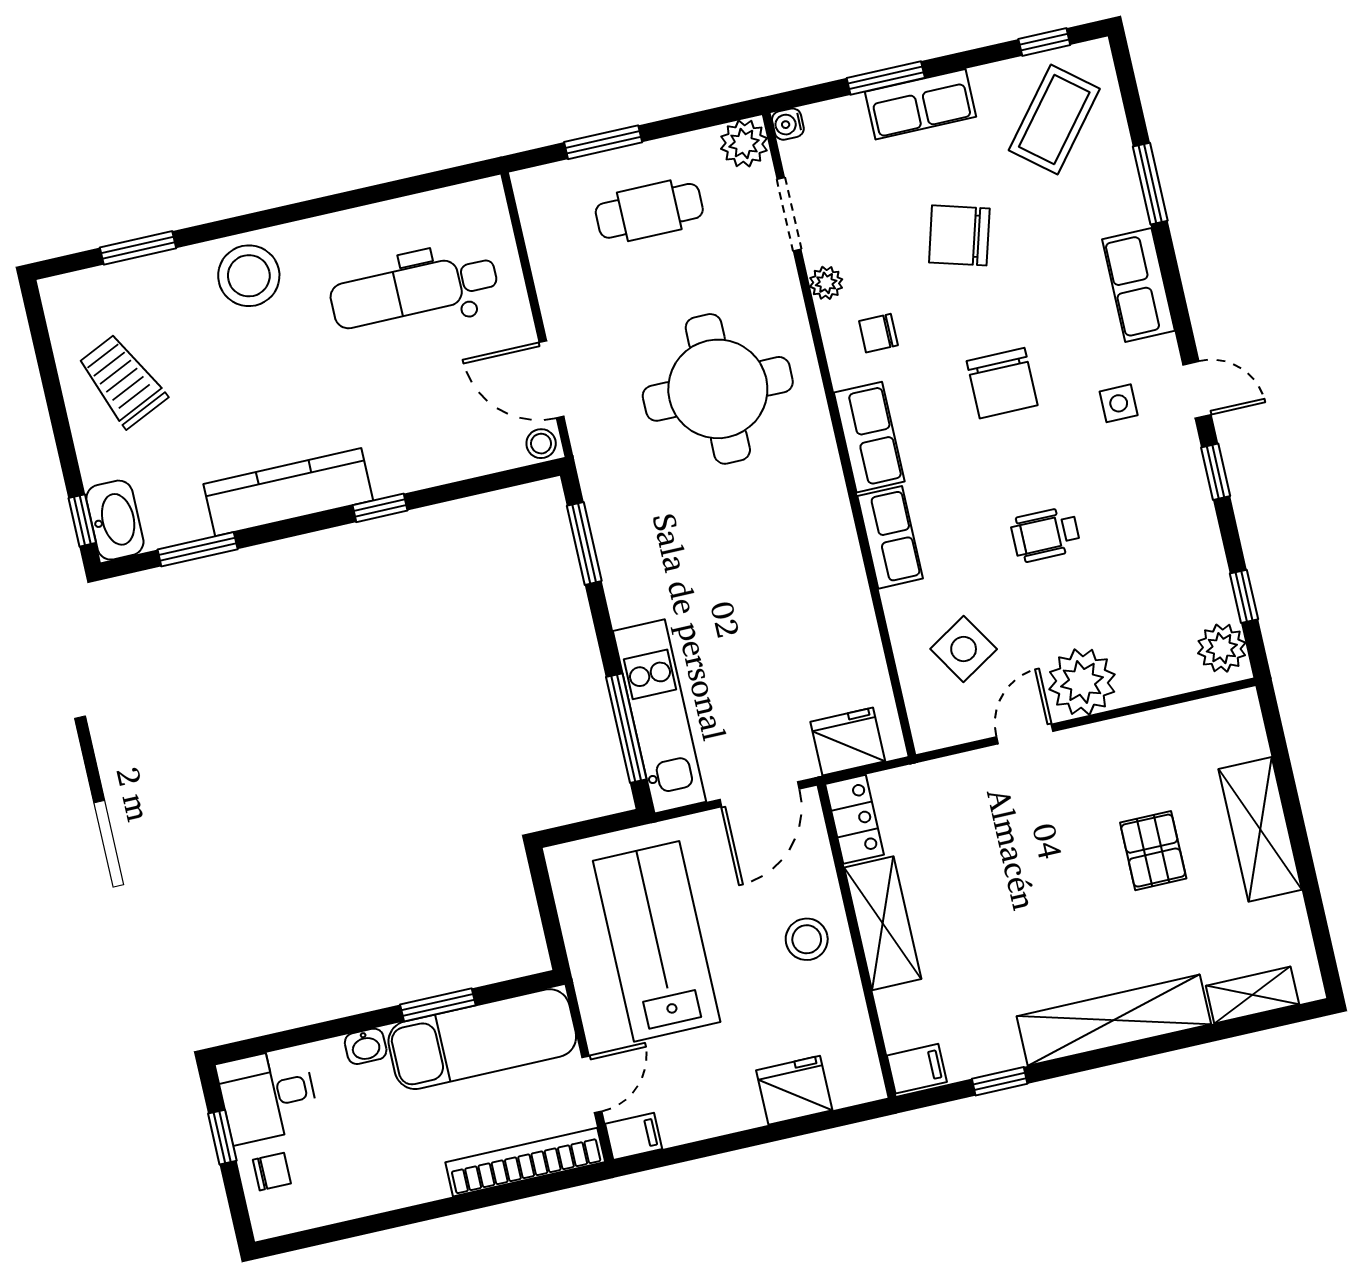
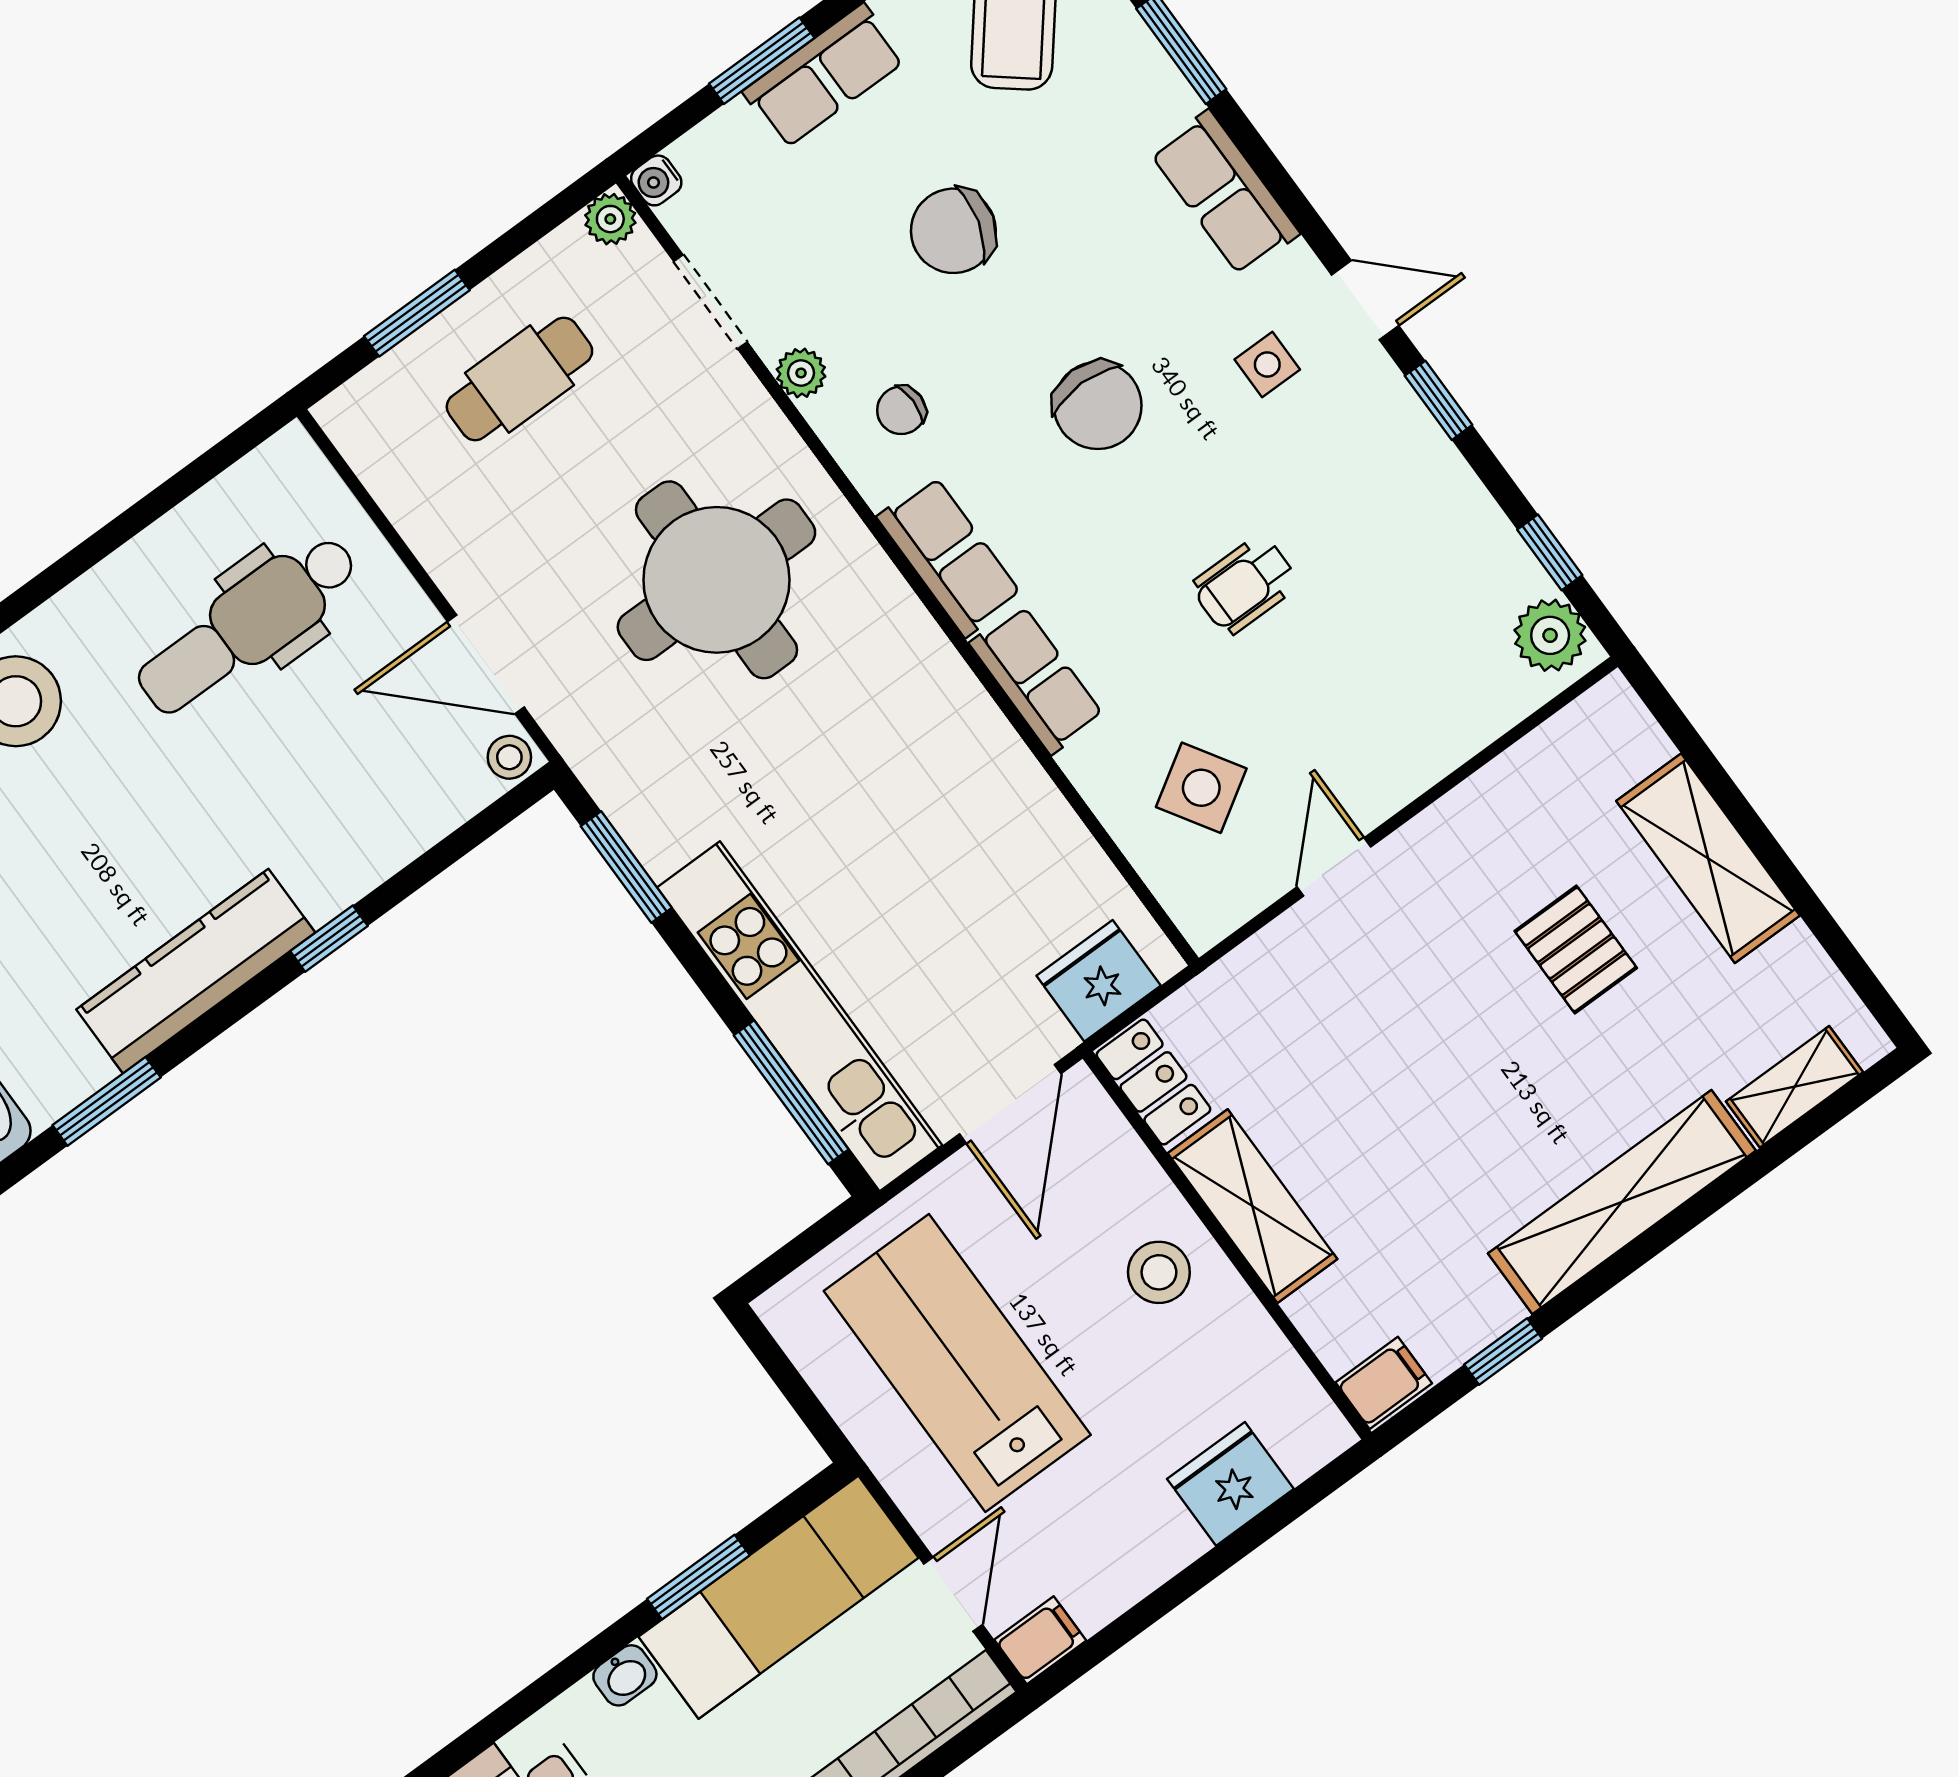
plant: (744, 144) -> (610, 219), width x0.73, depth x0.73
plant: (1082, 682) -> (1381, 763), removed
kitchen unit: (660, 716) -> (800, 1016), width x1.36

